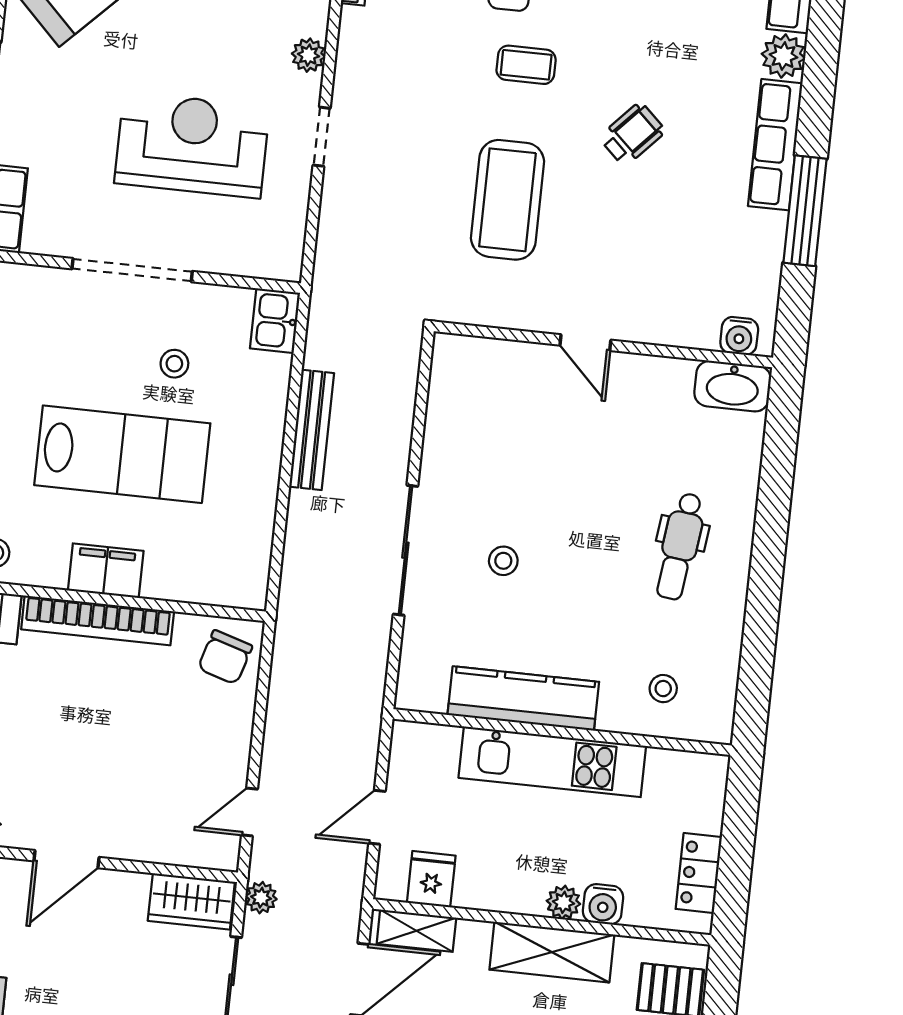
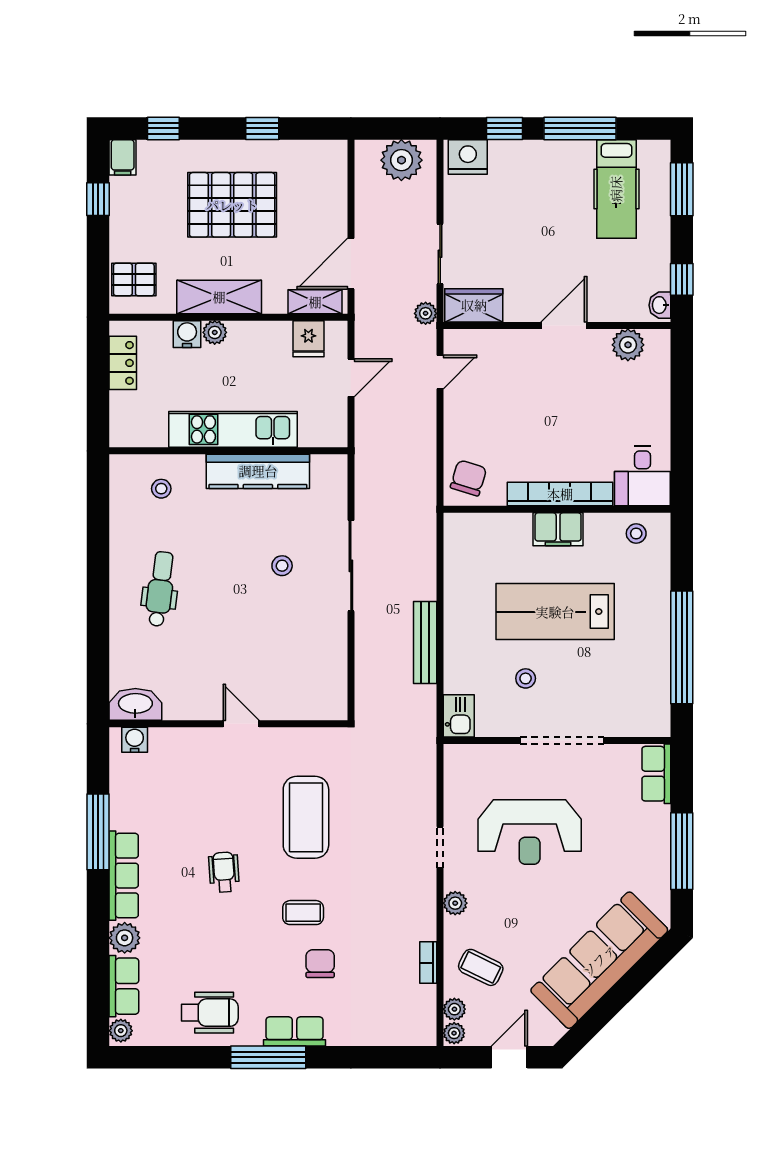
wheelchair: (632, 134) -> (224, 872), turned 133

